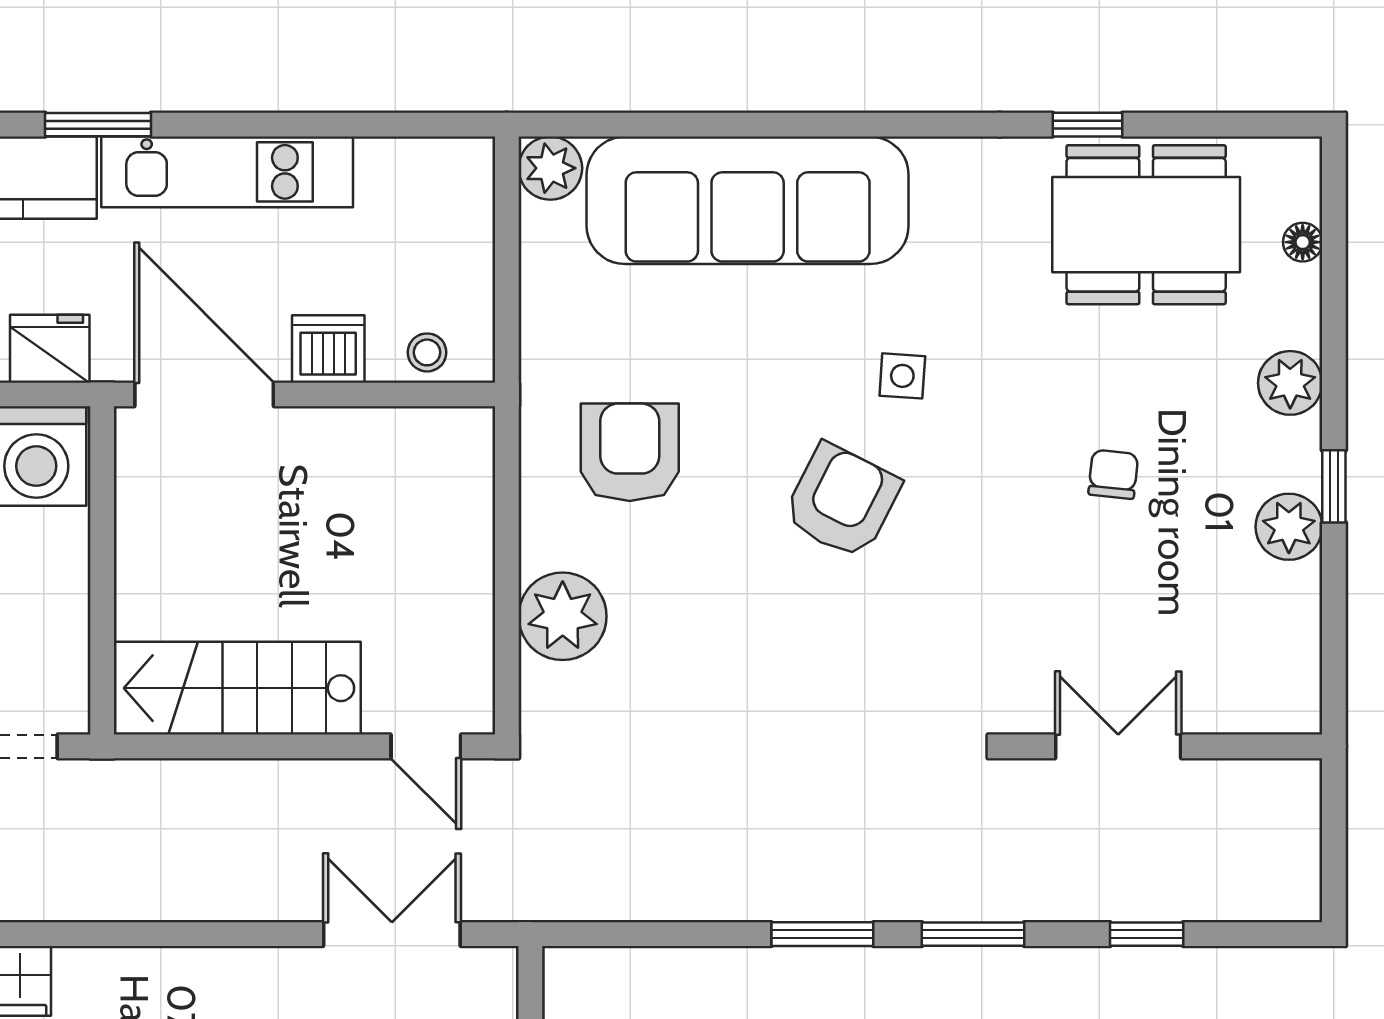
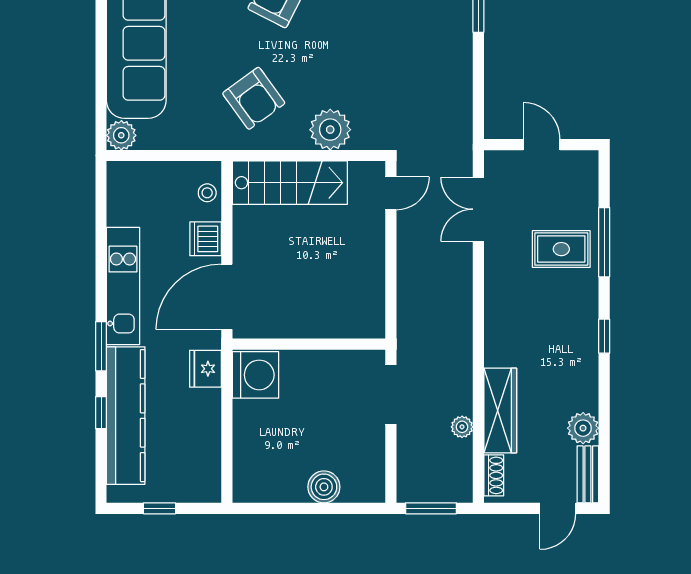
armchair: (630, 452) -> (254, 98), turned -126
stairs: (237, 688) -> (290, 183), moved, turned -90

